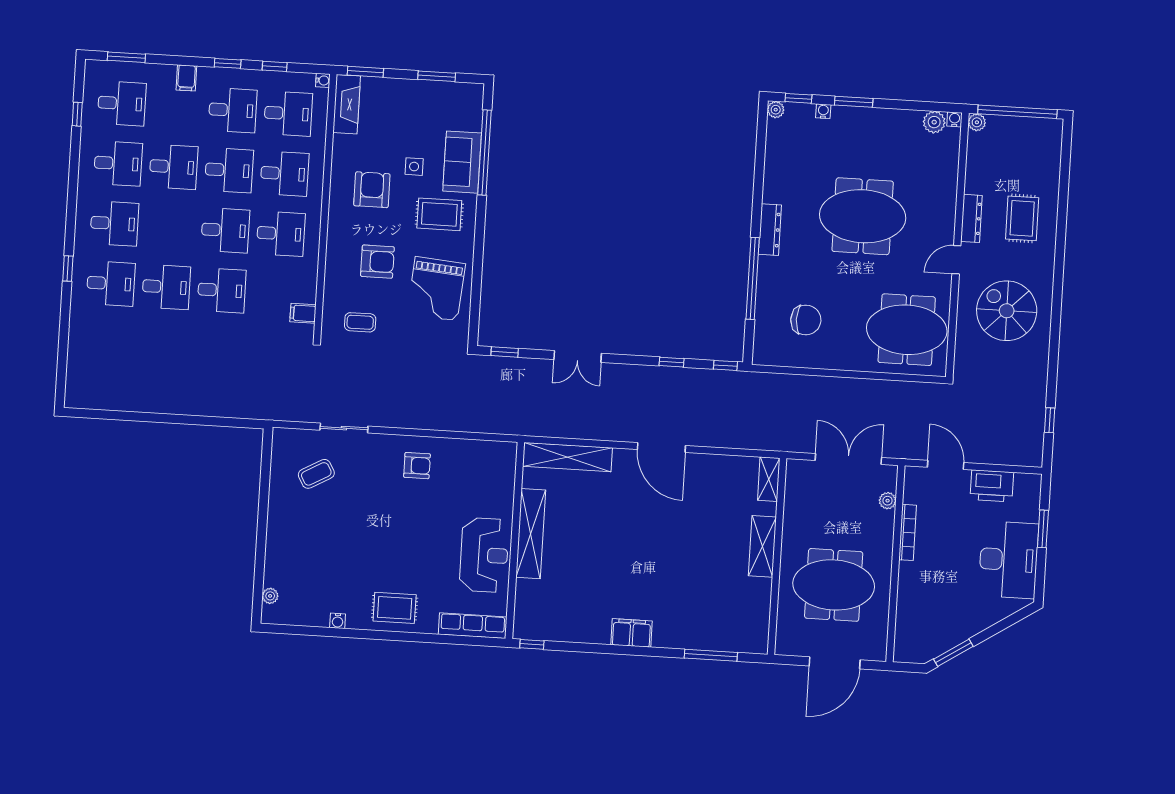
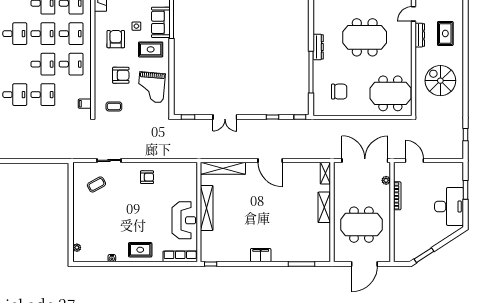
door: (956, 260) -> (413, 14), moved
double door: (848, 459) -> (365, 160), width x1.36
printer: (992, 486) -> (438, 170), removed

